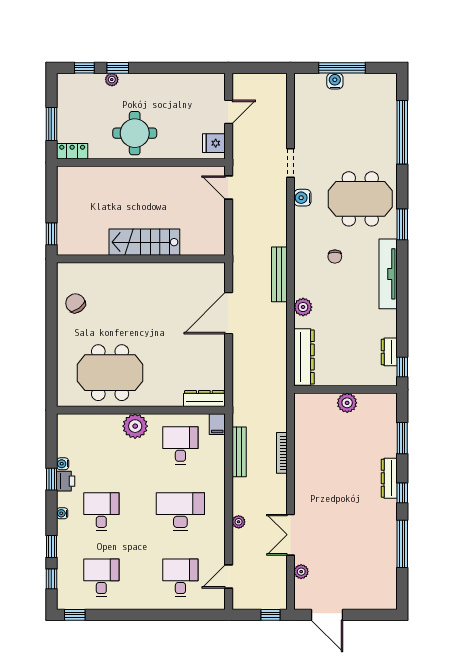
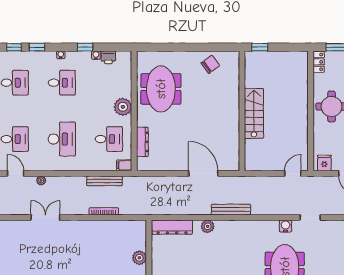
chair: (335, 257) -> (244, 249), removed
dresser: (204, 399) -> (142, 142), moved
printer: (66, 481) -> (108, 57), moved
plant: (239, 522) -> (41, 180), moved
plant: (301, 572) -> (19, 225), removed

